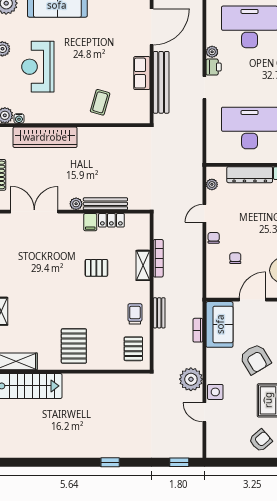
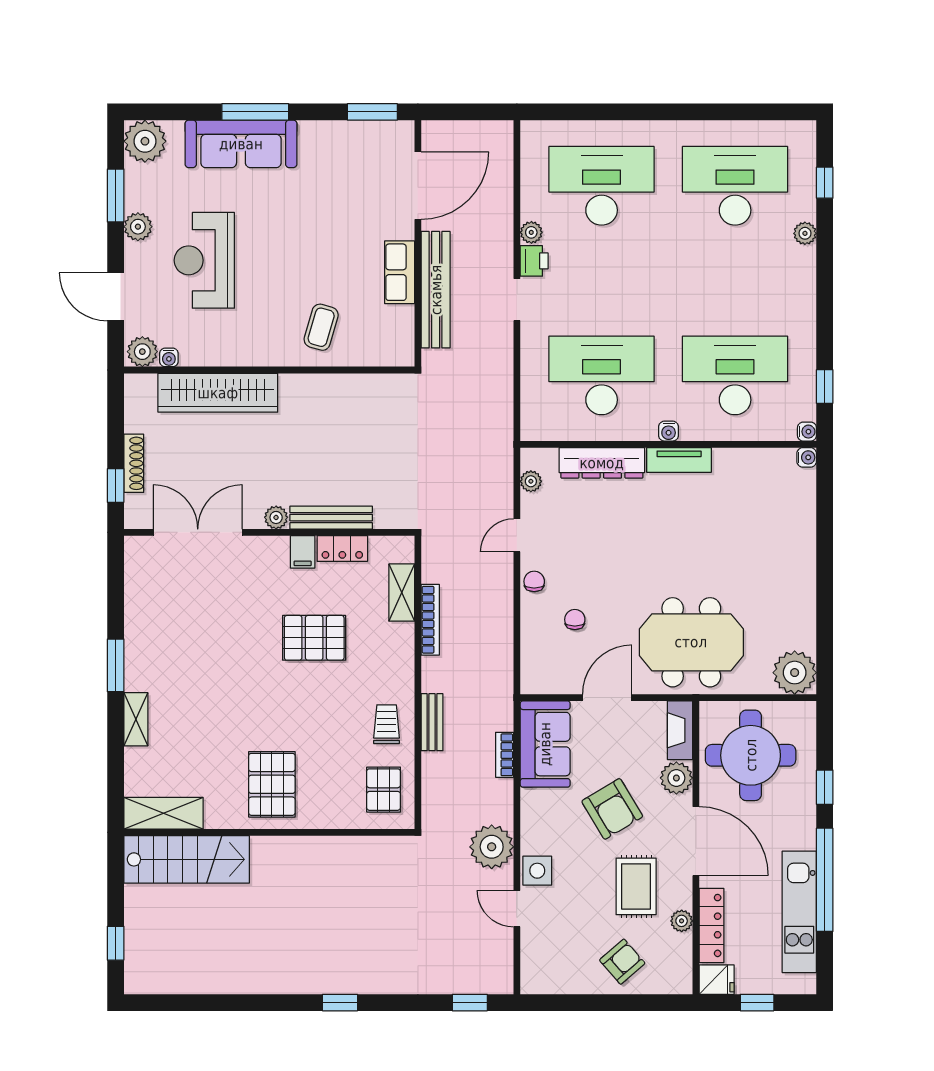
shelving: (143, 265) -> (402, 593), moved
pallet: (96, 268) -> (314, 638), width x1.50, depth x1.42

